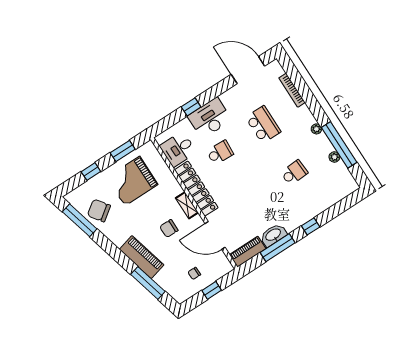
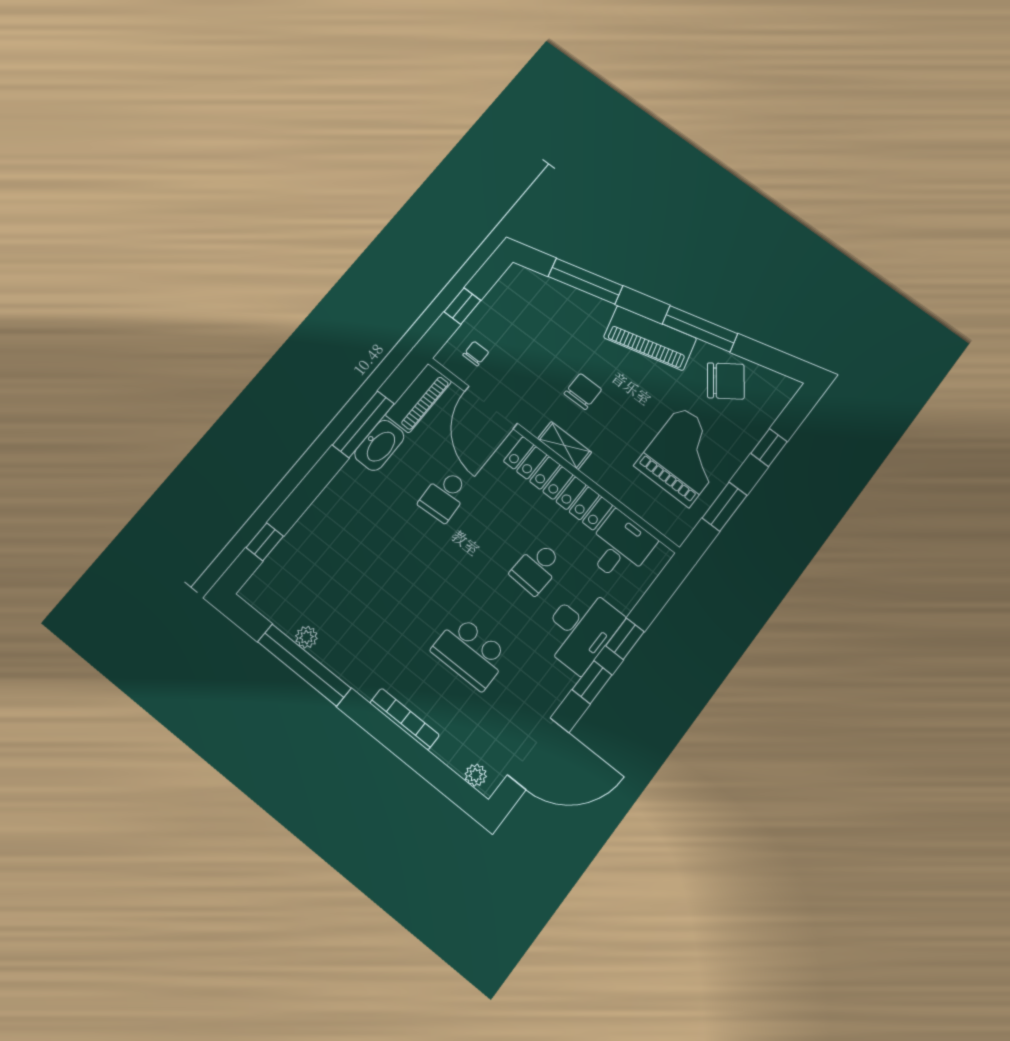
bookcase: (292, 90) -> (405, 719), moved
window: (213, 93) -> (592, 682), added
plant: (316, 129) -> (476, 775), moved
school desk: (294, 173) -> (444, 496), moved
window: (80, 220) -> (700, 329), moved
window: (311, 226) -> (265, 542), moved
door: (215, 236) -> (491, 407), swing flipped
piano: (142, 257) -> (650, 338), moved
chair: (194, 273) -> (476, 354), moved

